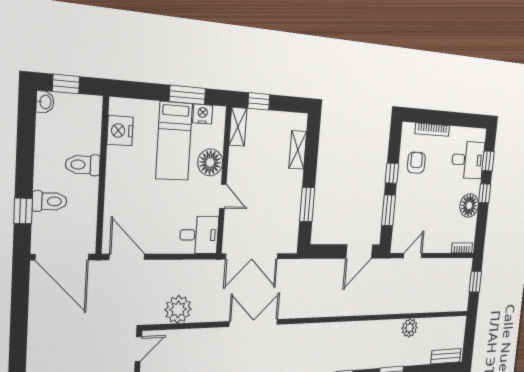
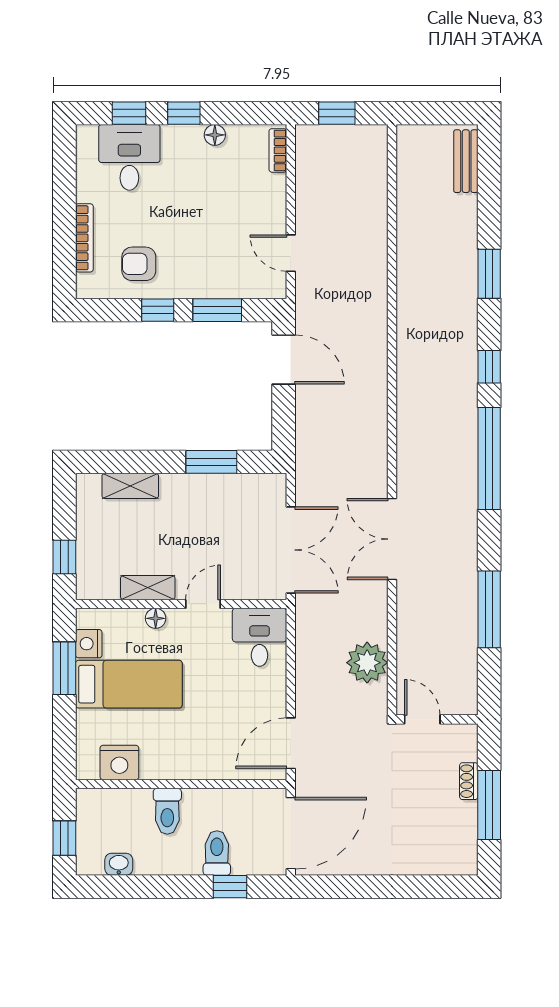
washbasin: (45, 102) -> (119, 864), moved
shelving: (238, 127) -> (148, 588), moved
floor lamp: (210, 162) -> (156, 618), width x0.53, depth x0.53
floor lamp: (469, 205) -> (215, 135), width x0.53, depth x0.53
plant: (410, 328) -> (412, 245), removed

